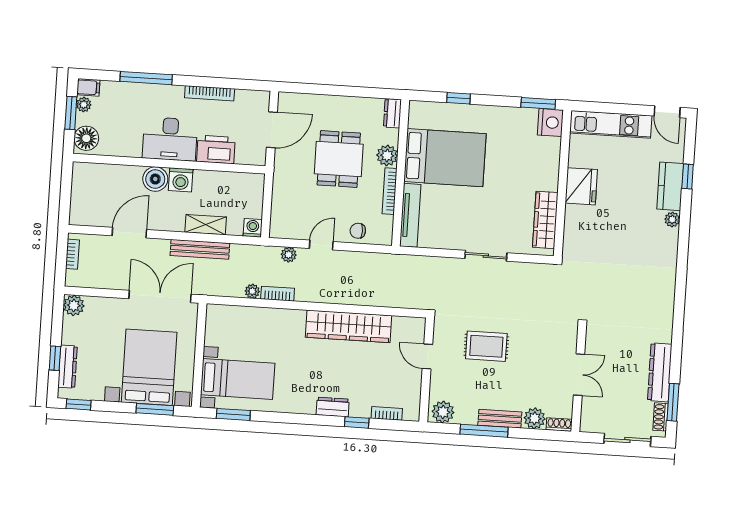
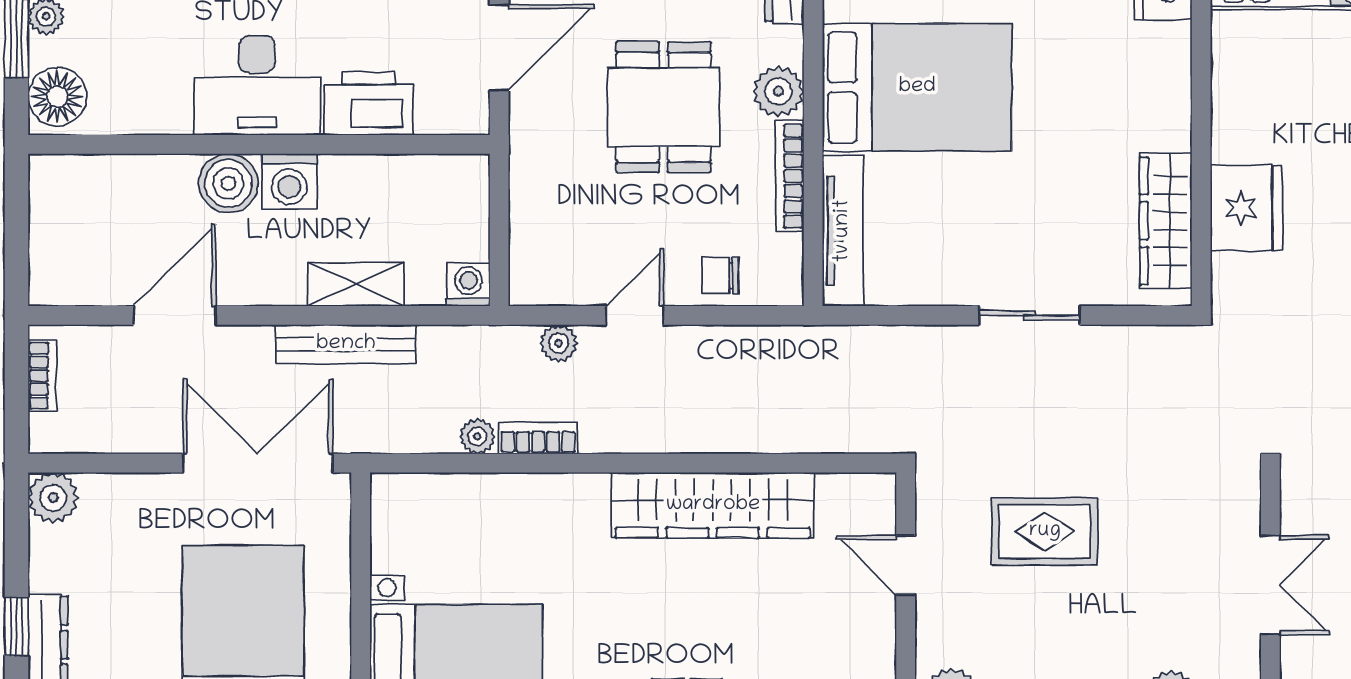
fridge: (581, 186) -> (1247, 208), moved

